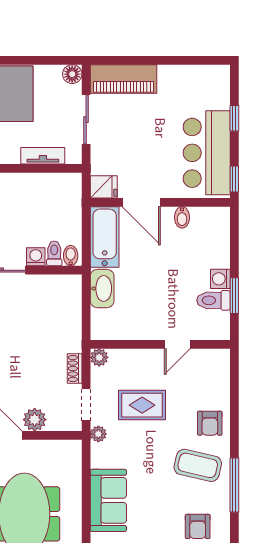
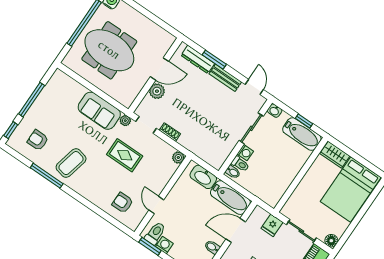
tv unit: (43, 156) -> (298, 194), removed
fridge: (104, 187) -> (272, 225), moved
wall: (160, 344) -> (163, 196), moved
door: (177, 344) -> (156, 205), moved
plant: (99, 357) -> (178, 158), moved
rug: (142, 405) -> (125, 155), turned 90
armchair: (210, 423) -> (123, 203), moved
sofa: (108, 500) -> (99, 111), moved

